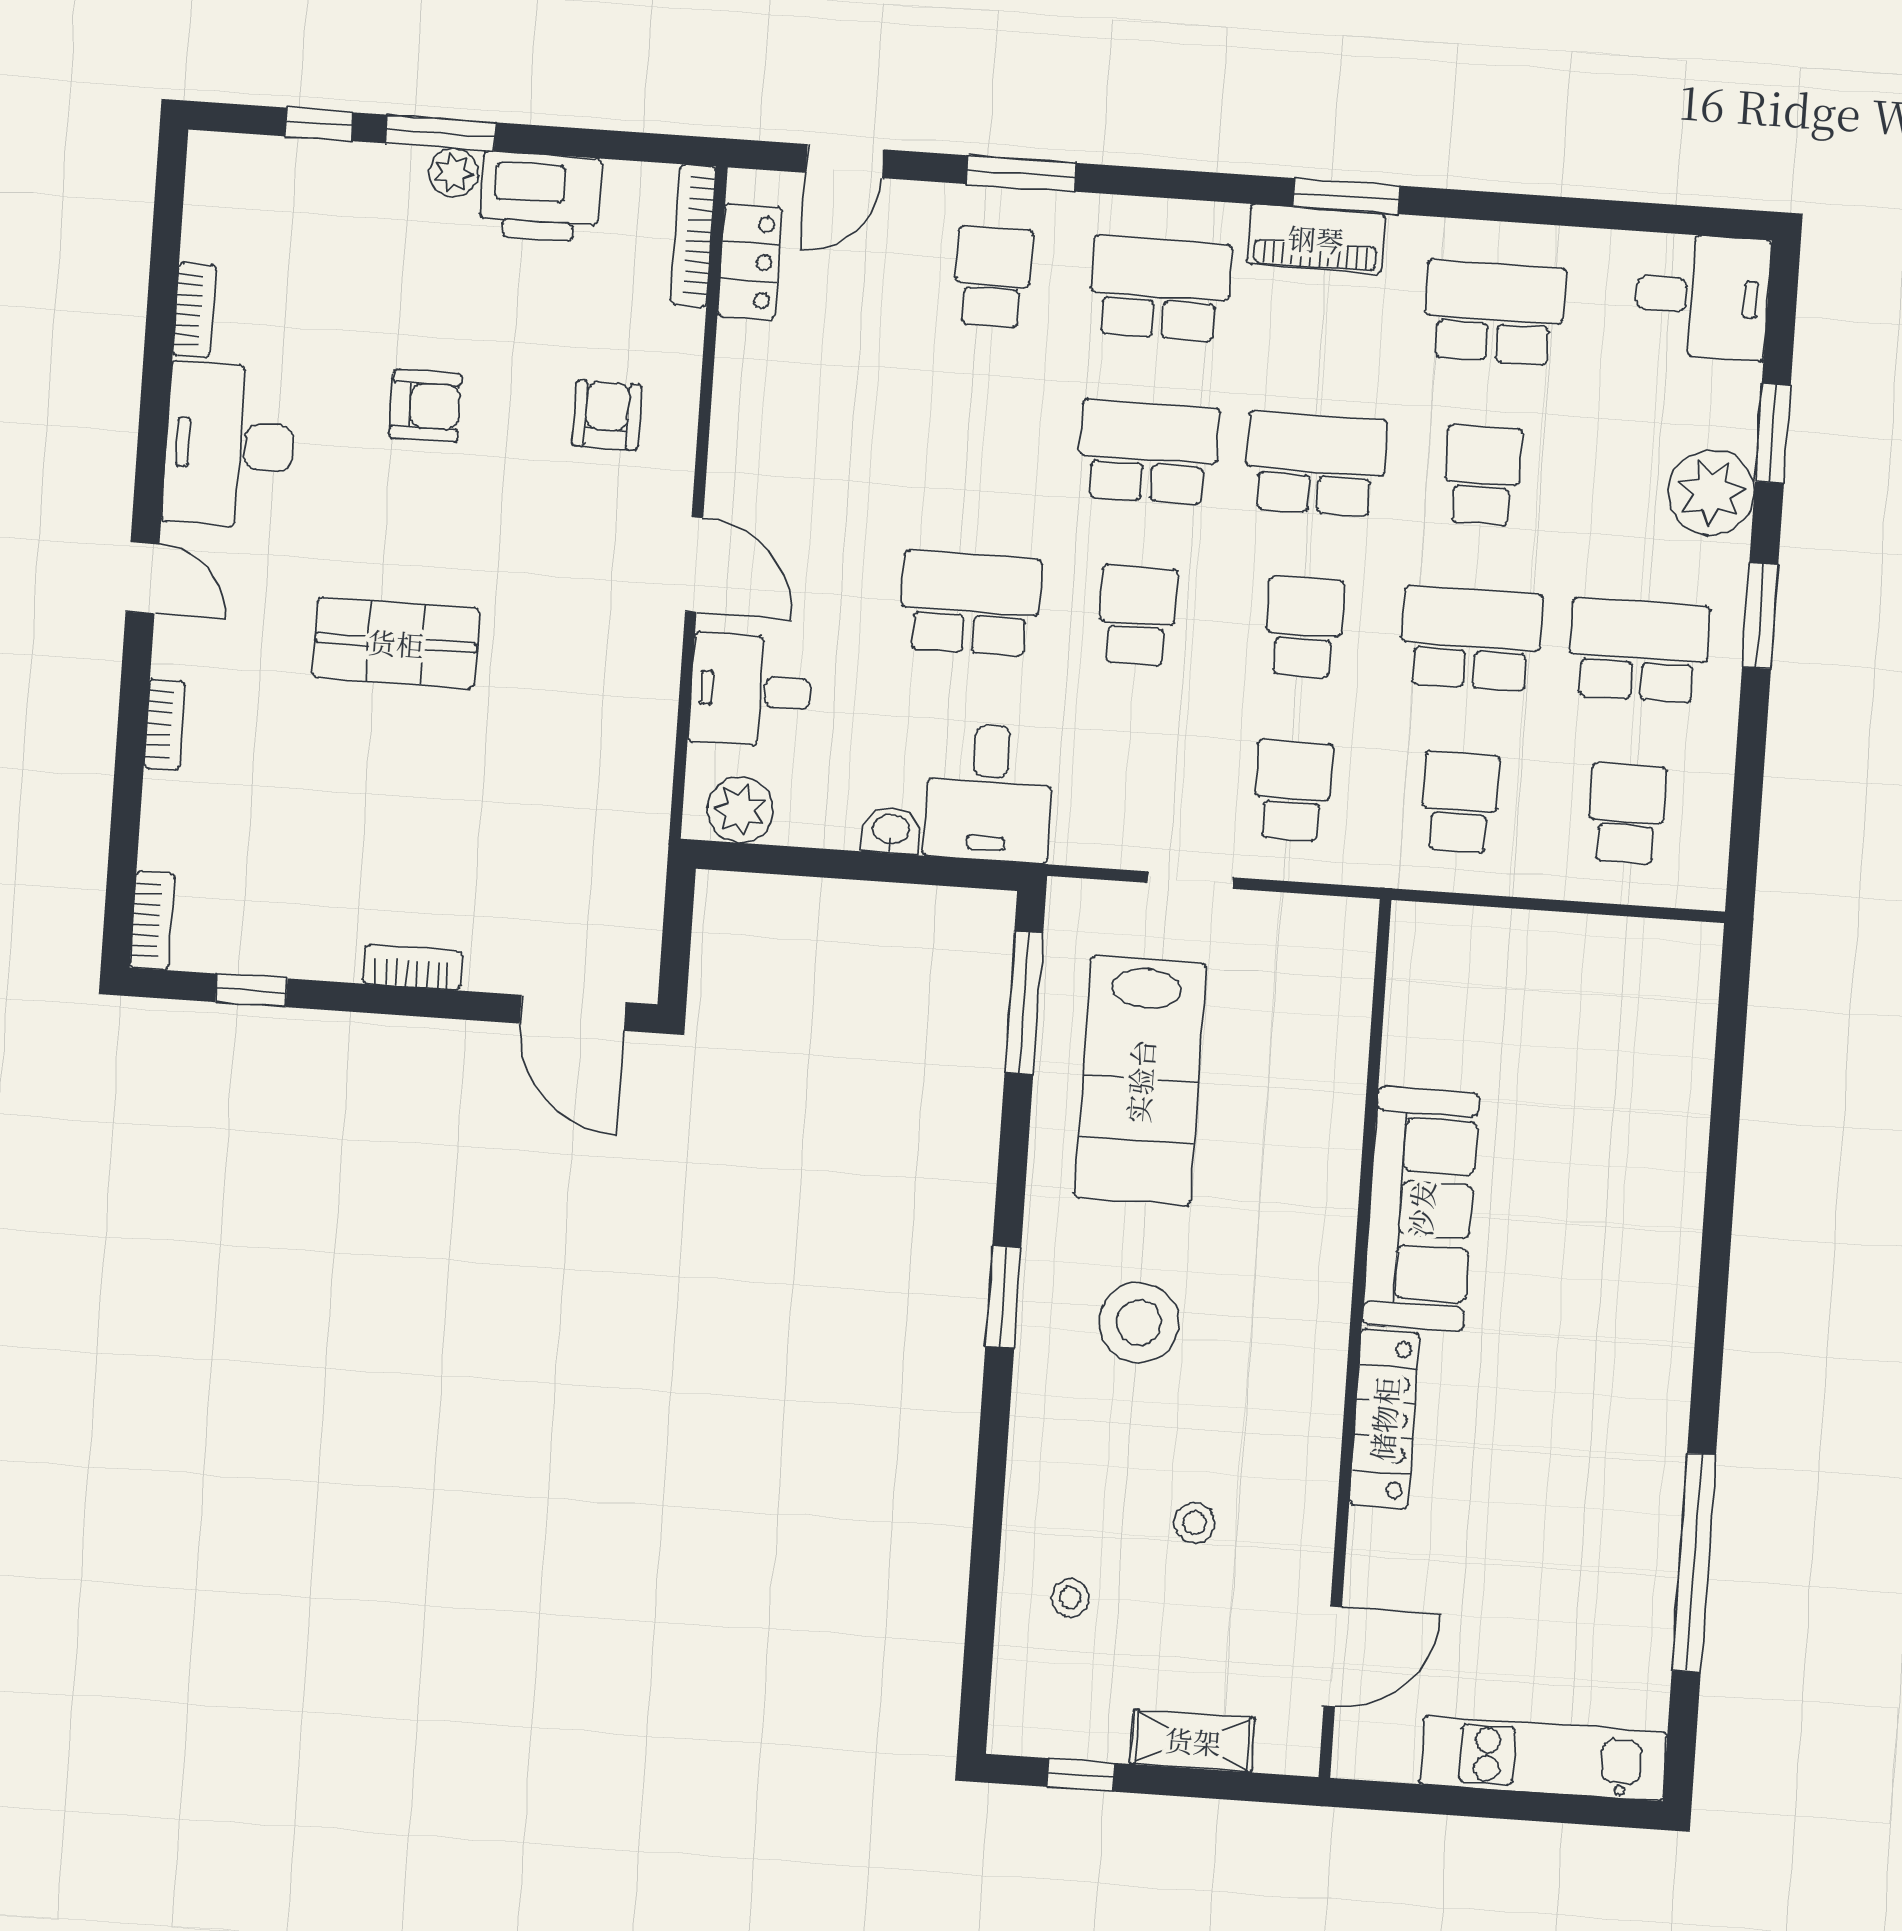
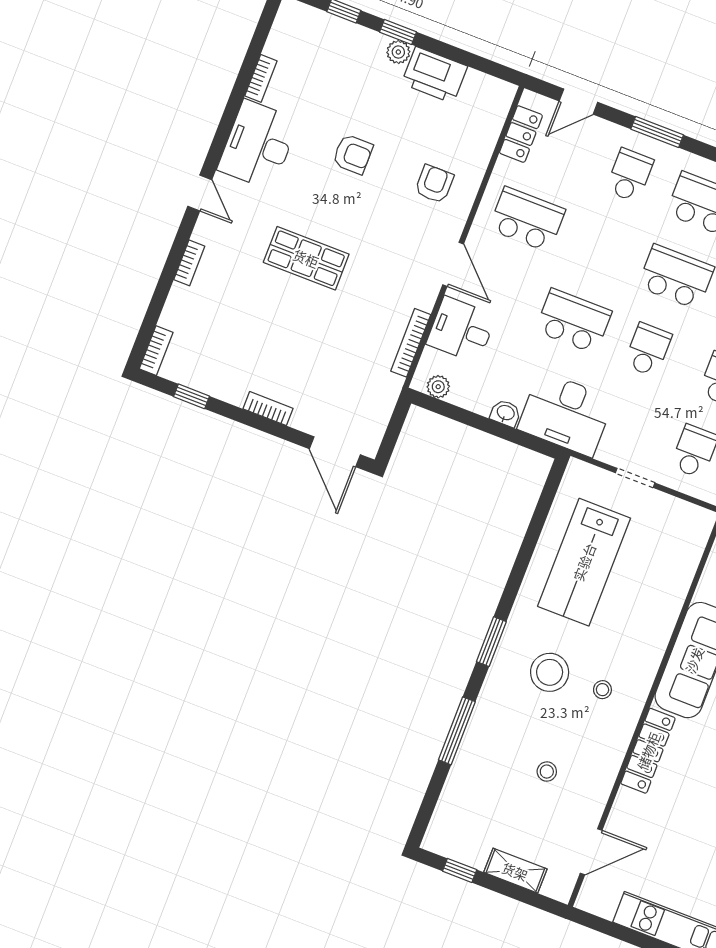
window: (441, 133) -> (398, 32), width x0.67
bookcase: (693, 236) -> (411, 343), moved
school desk: (814, 429) -> (527, 219), added
desk: (989, 793) -> (566, 414), width x1.37
plant: (740, 810) -> (438, 387), width x0.73, depth x0.73
window: (1024, 1003) -> (457, 731), moved
stool: (1070, 1598) -> (602, 690), moved

